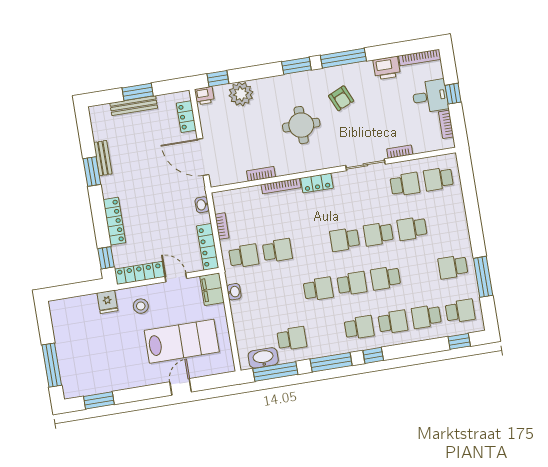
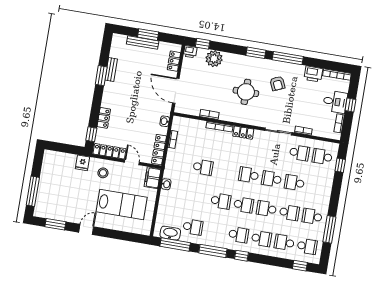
window: (468, 182) -> (340, 165), added
locker: (114, 221) -> (104, 118), width x0.66
school desk: (244, 256) -> (289, 213), moved
door: (181, 387) -> (86, 229), moved

